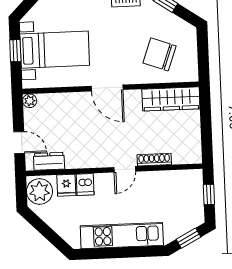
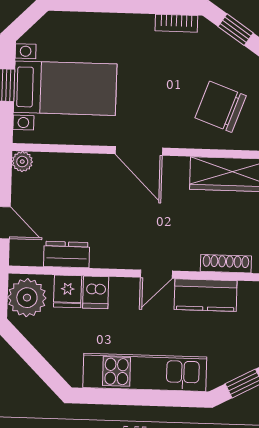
shoe rack: (154, 160) -> (226, 264), moved
dresser: (49, 161) -> (67, 255), moved
kitchen counter: (159, 181) -> (206, 295), added

